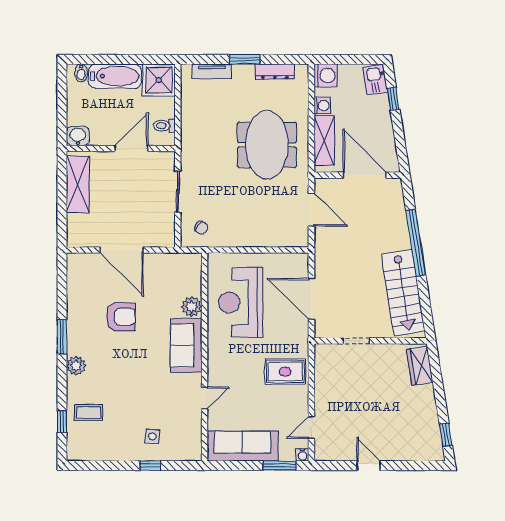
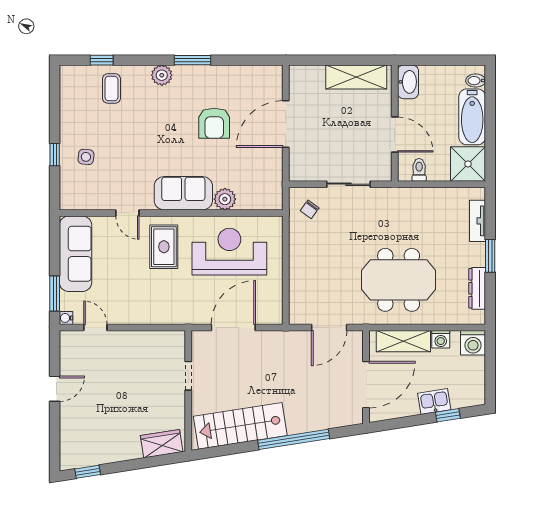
kitchen sink: (375, 80) -> (434, 402), moved
washbasin: (78, 136) -> (408, 82), width x1.38
rug: (285, 372) -> (164, 247), moved

